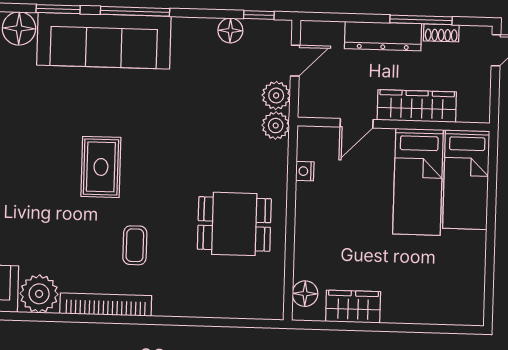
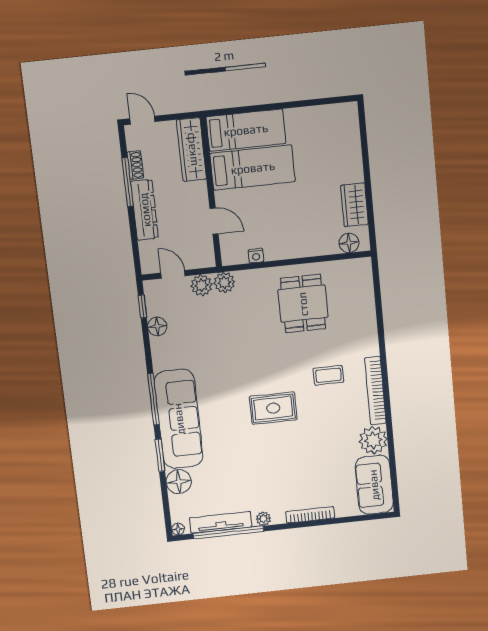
wardrobe: (417, 106) -> (191, 149), moved

